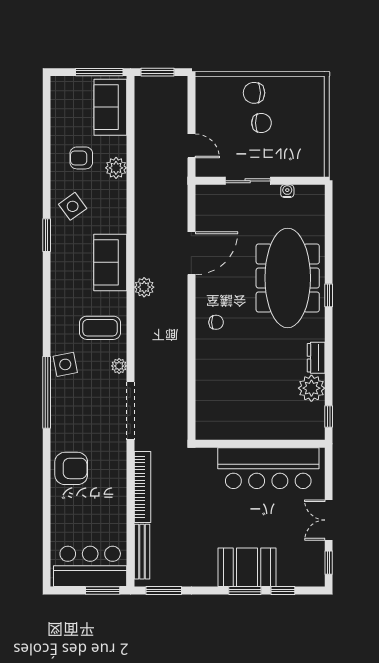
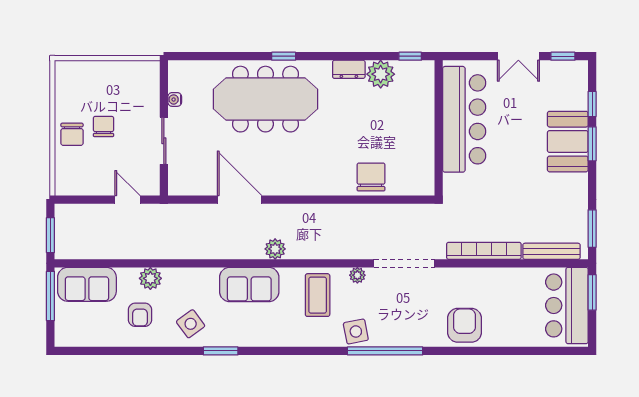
door: (191, 146) -> (127, 200), hinge flipped
chair: (216, 322) -> (371, 177), moved, width x1.87, depth x1.87

